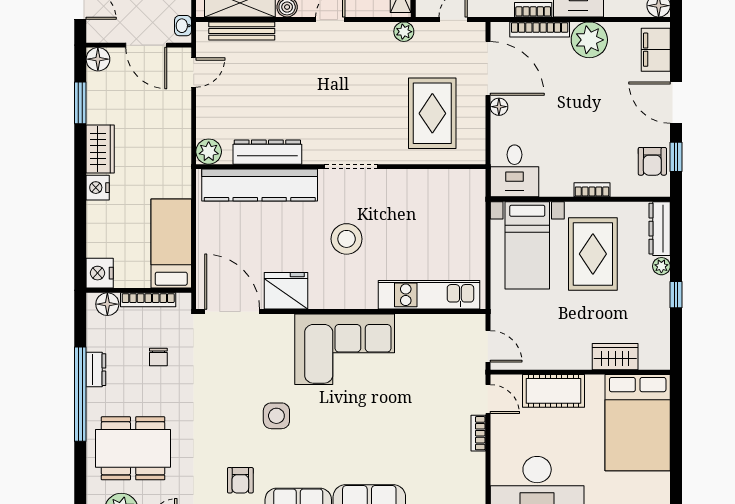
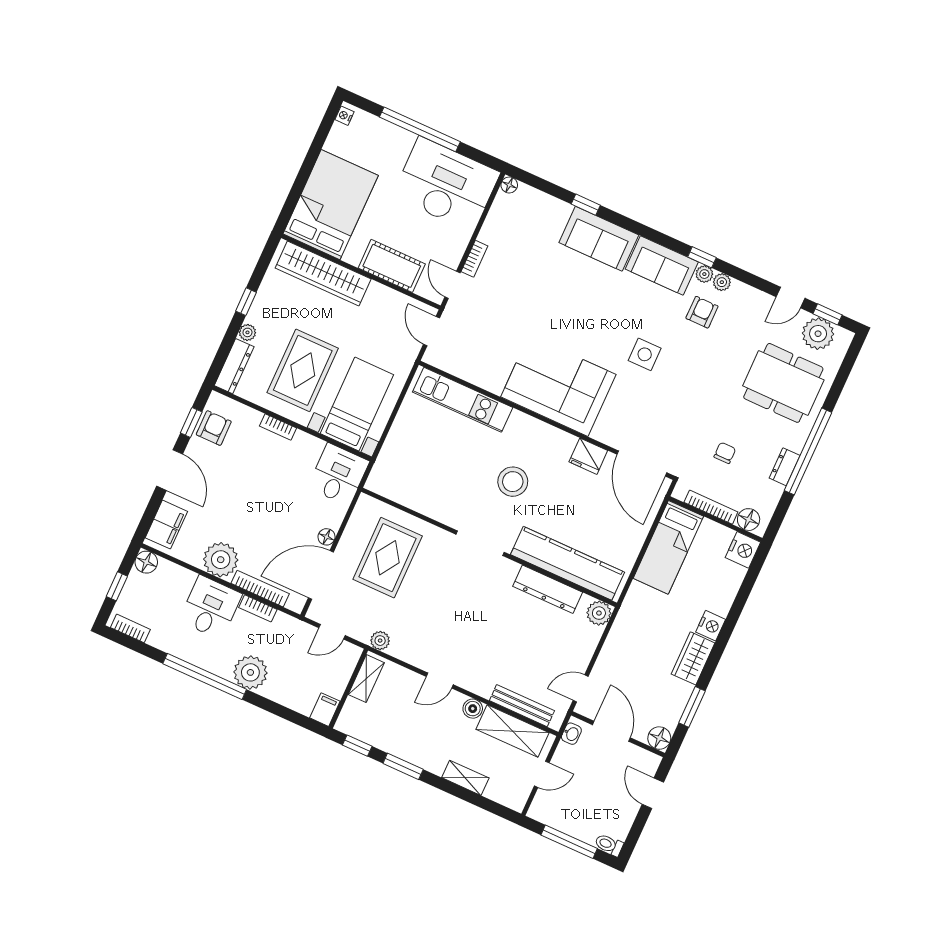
door: (488, 68) -> (321, 575), hinge flipped
fridge: (286, 291) -> (588, 456), width x0.73, depth x0.75
wardrobe: (615, 357) -> (323, 273), width x2.10, depth x1.17

